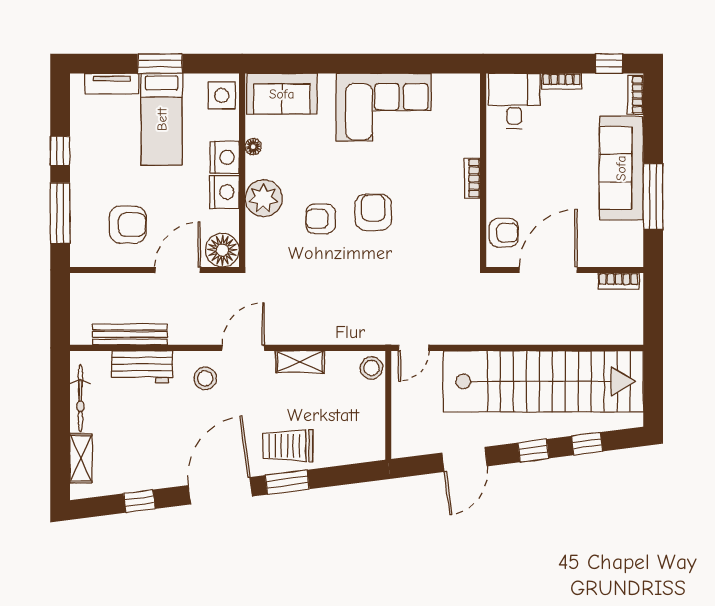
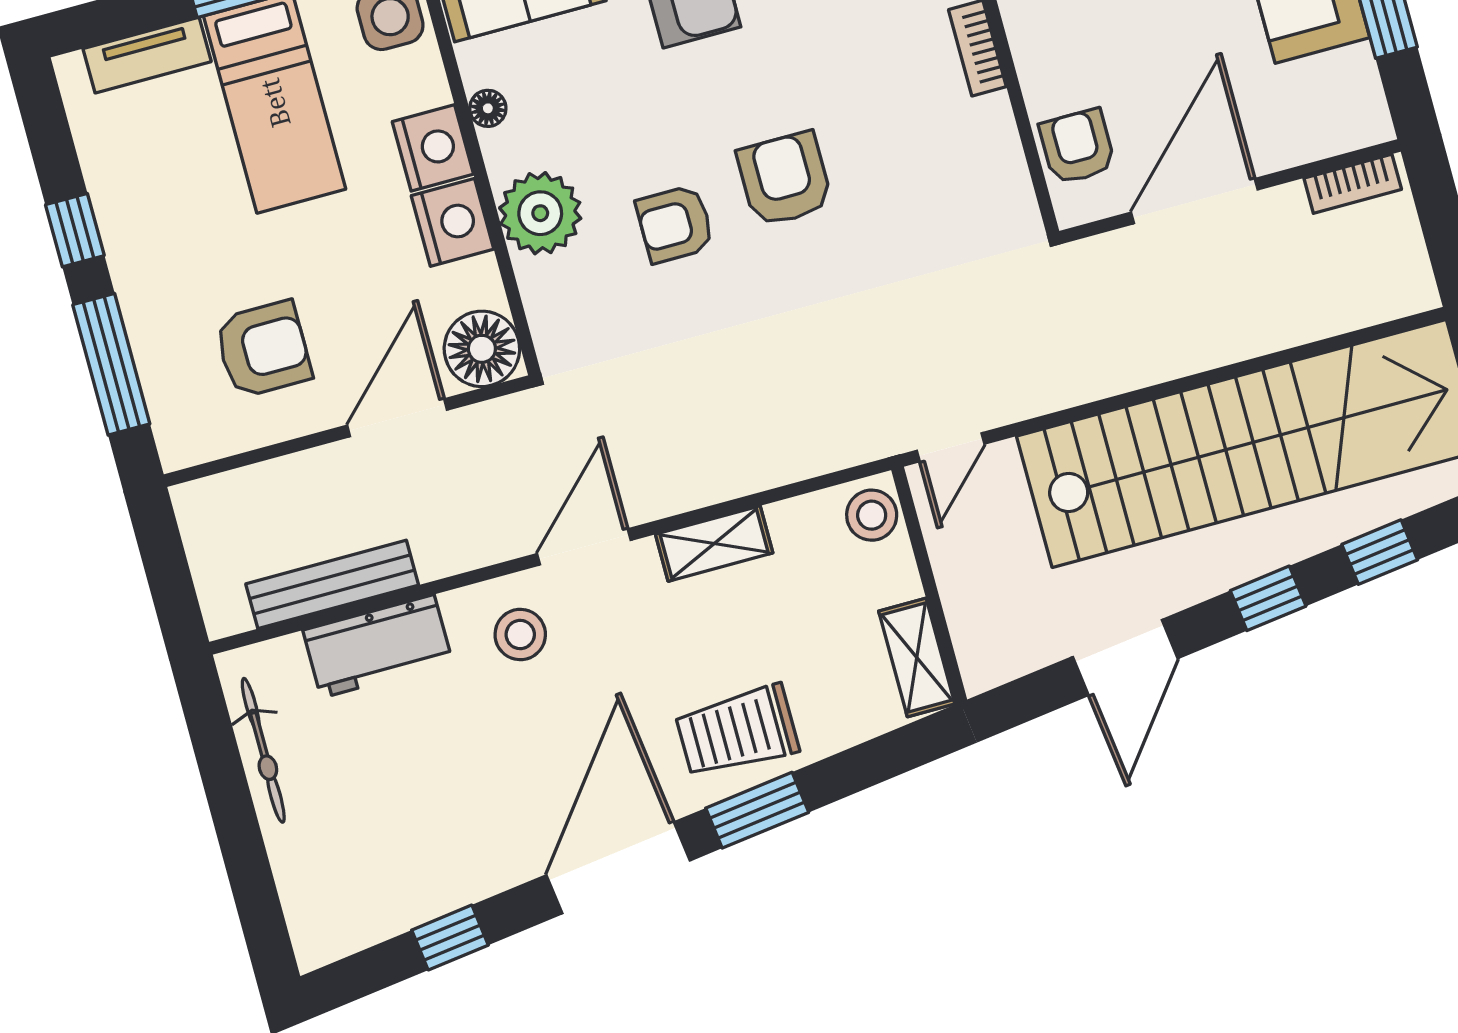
armchair: (504, 233) -> (1077, 147), turned -90
shelving: (81, 458) -> (917, 657), moved

